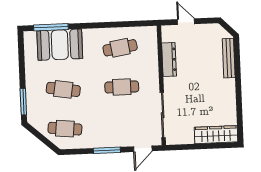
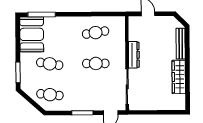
booth: (60, 45) -> (32, 34), moved, turned 90
dresser: (169, 59) -> (134, 55), moved
wardrobe: (216, 135) -> (179, 77), moved, turned -90

